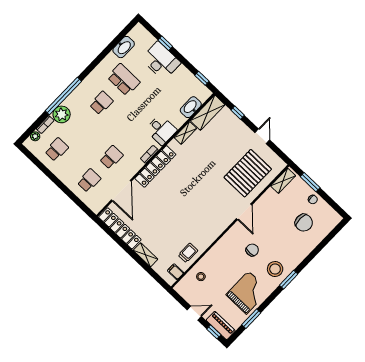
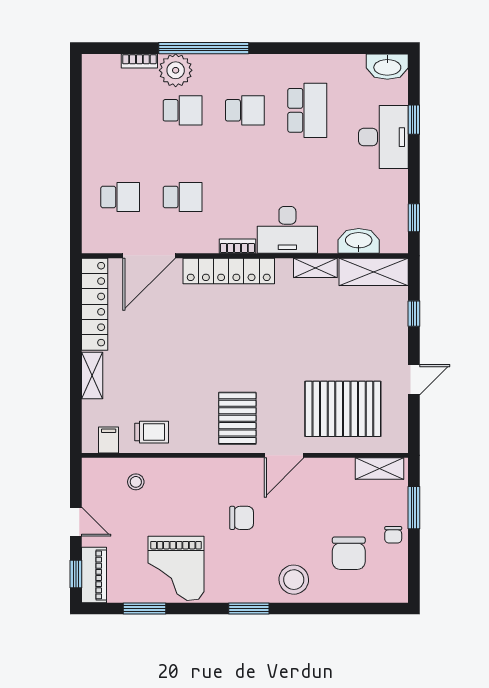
washbasin: (124, 47) -> (387, 67), moved
desk: (161, 130) -> (287, 230), width x1.37
plant: (35, 136) -> (110, 63), removed
school desk: (57, 149) -> (183, 110), moved
pallet: (213, 216) -> (237, 418), added
stool: (275, 269) -> (294, 580), moved
grand piano: (248, 293) -> (176, 568), turned 90

